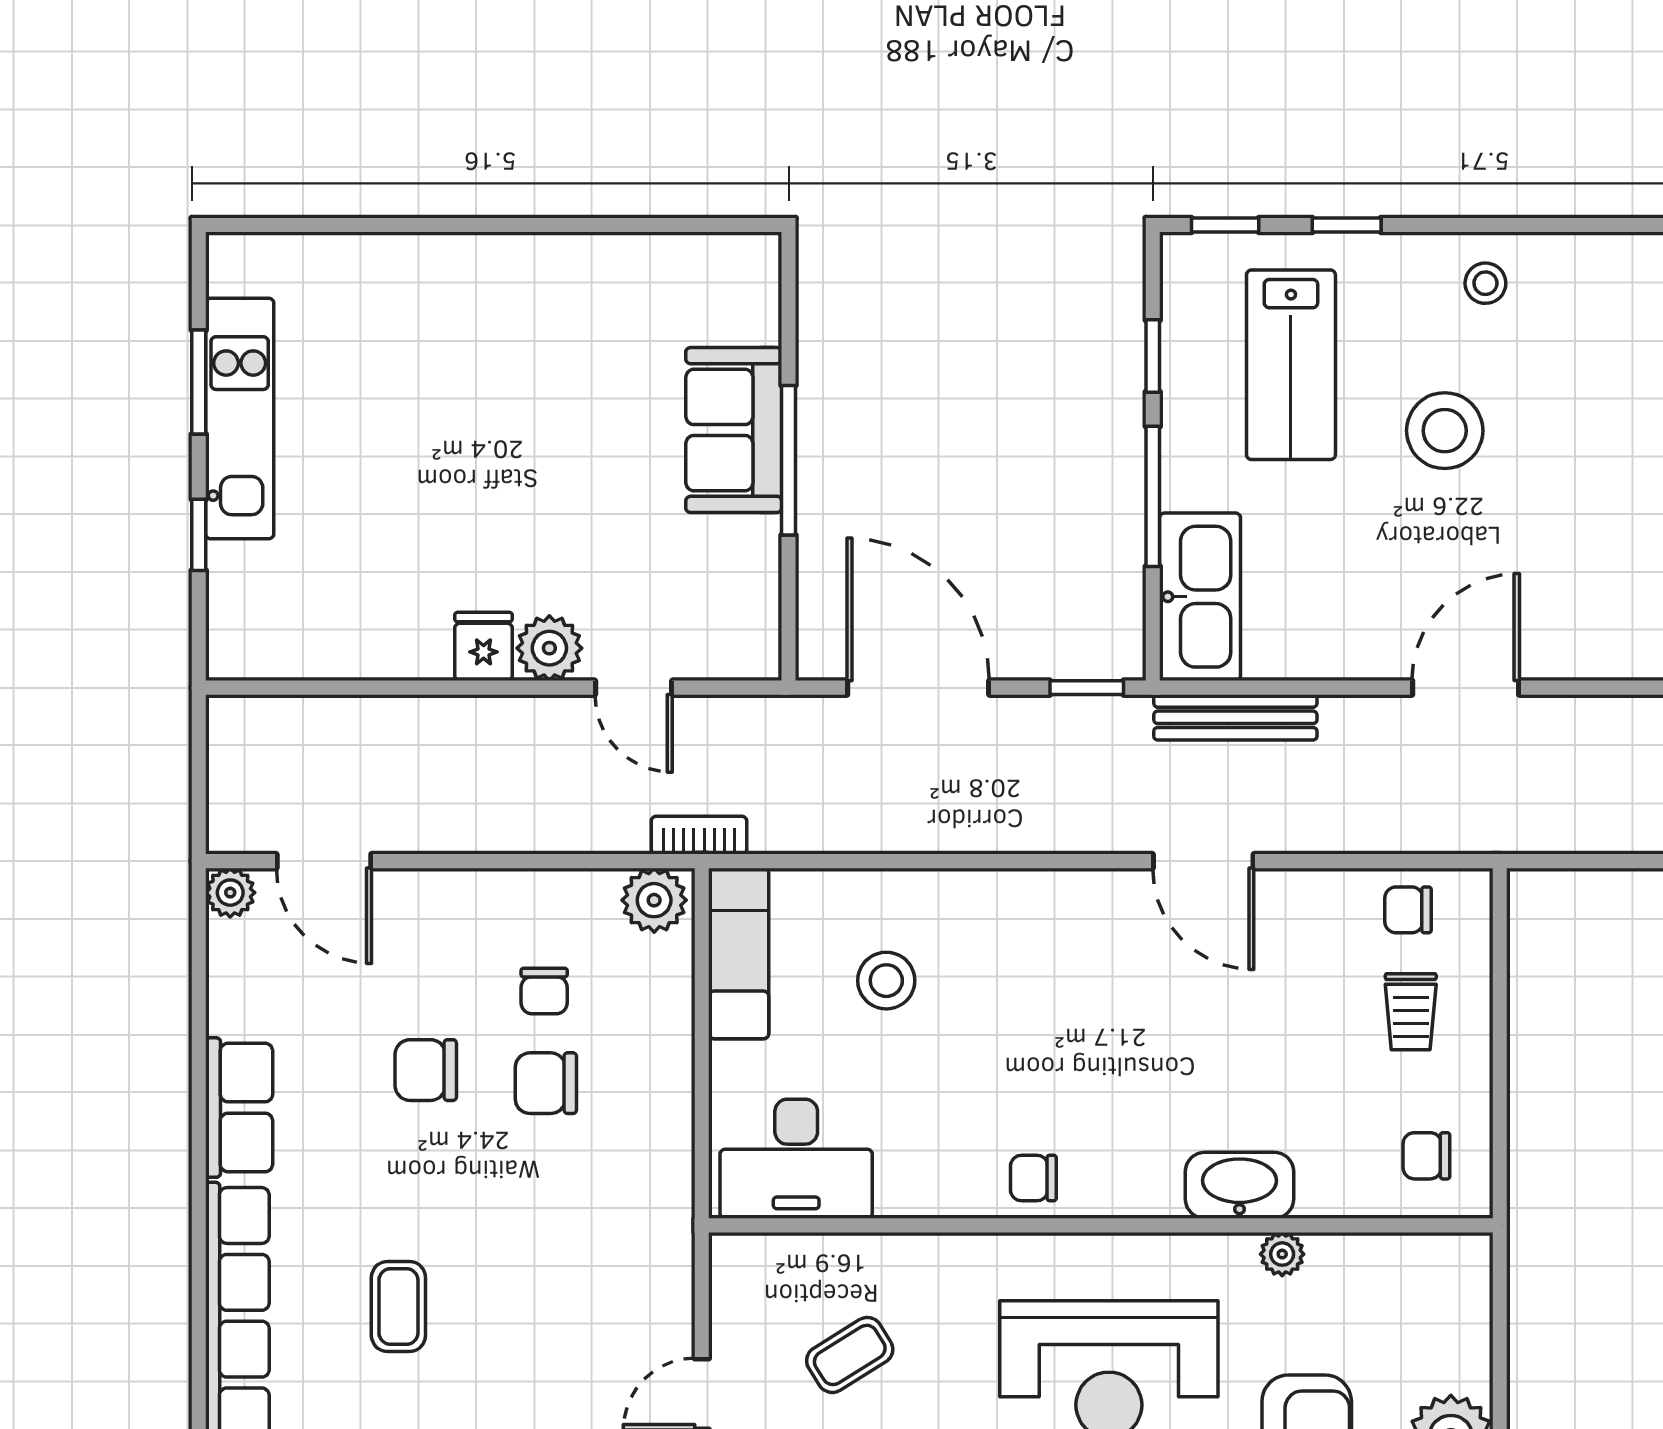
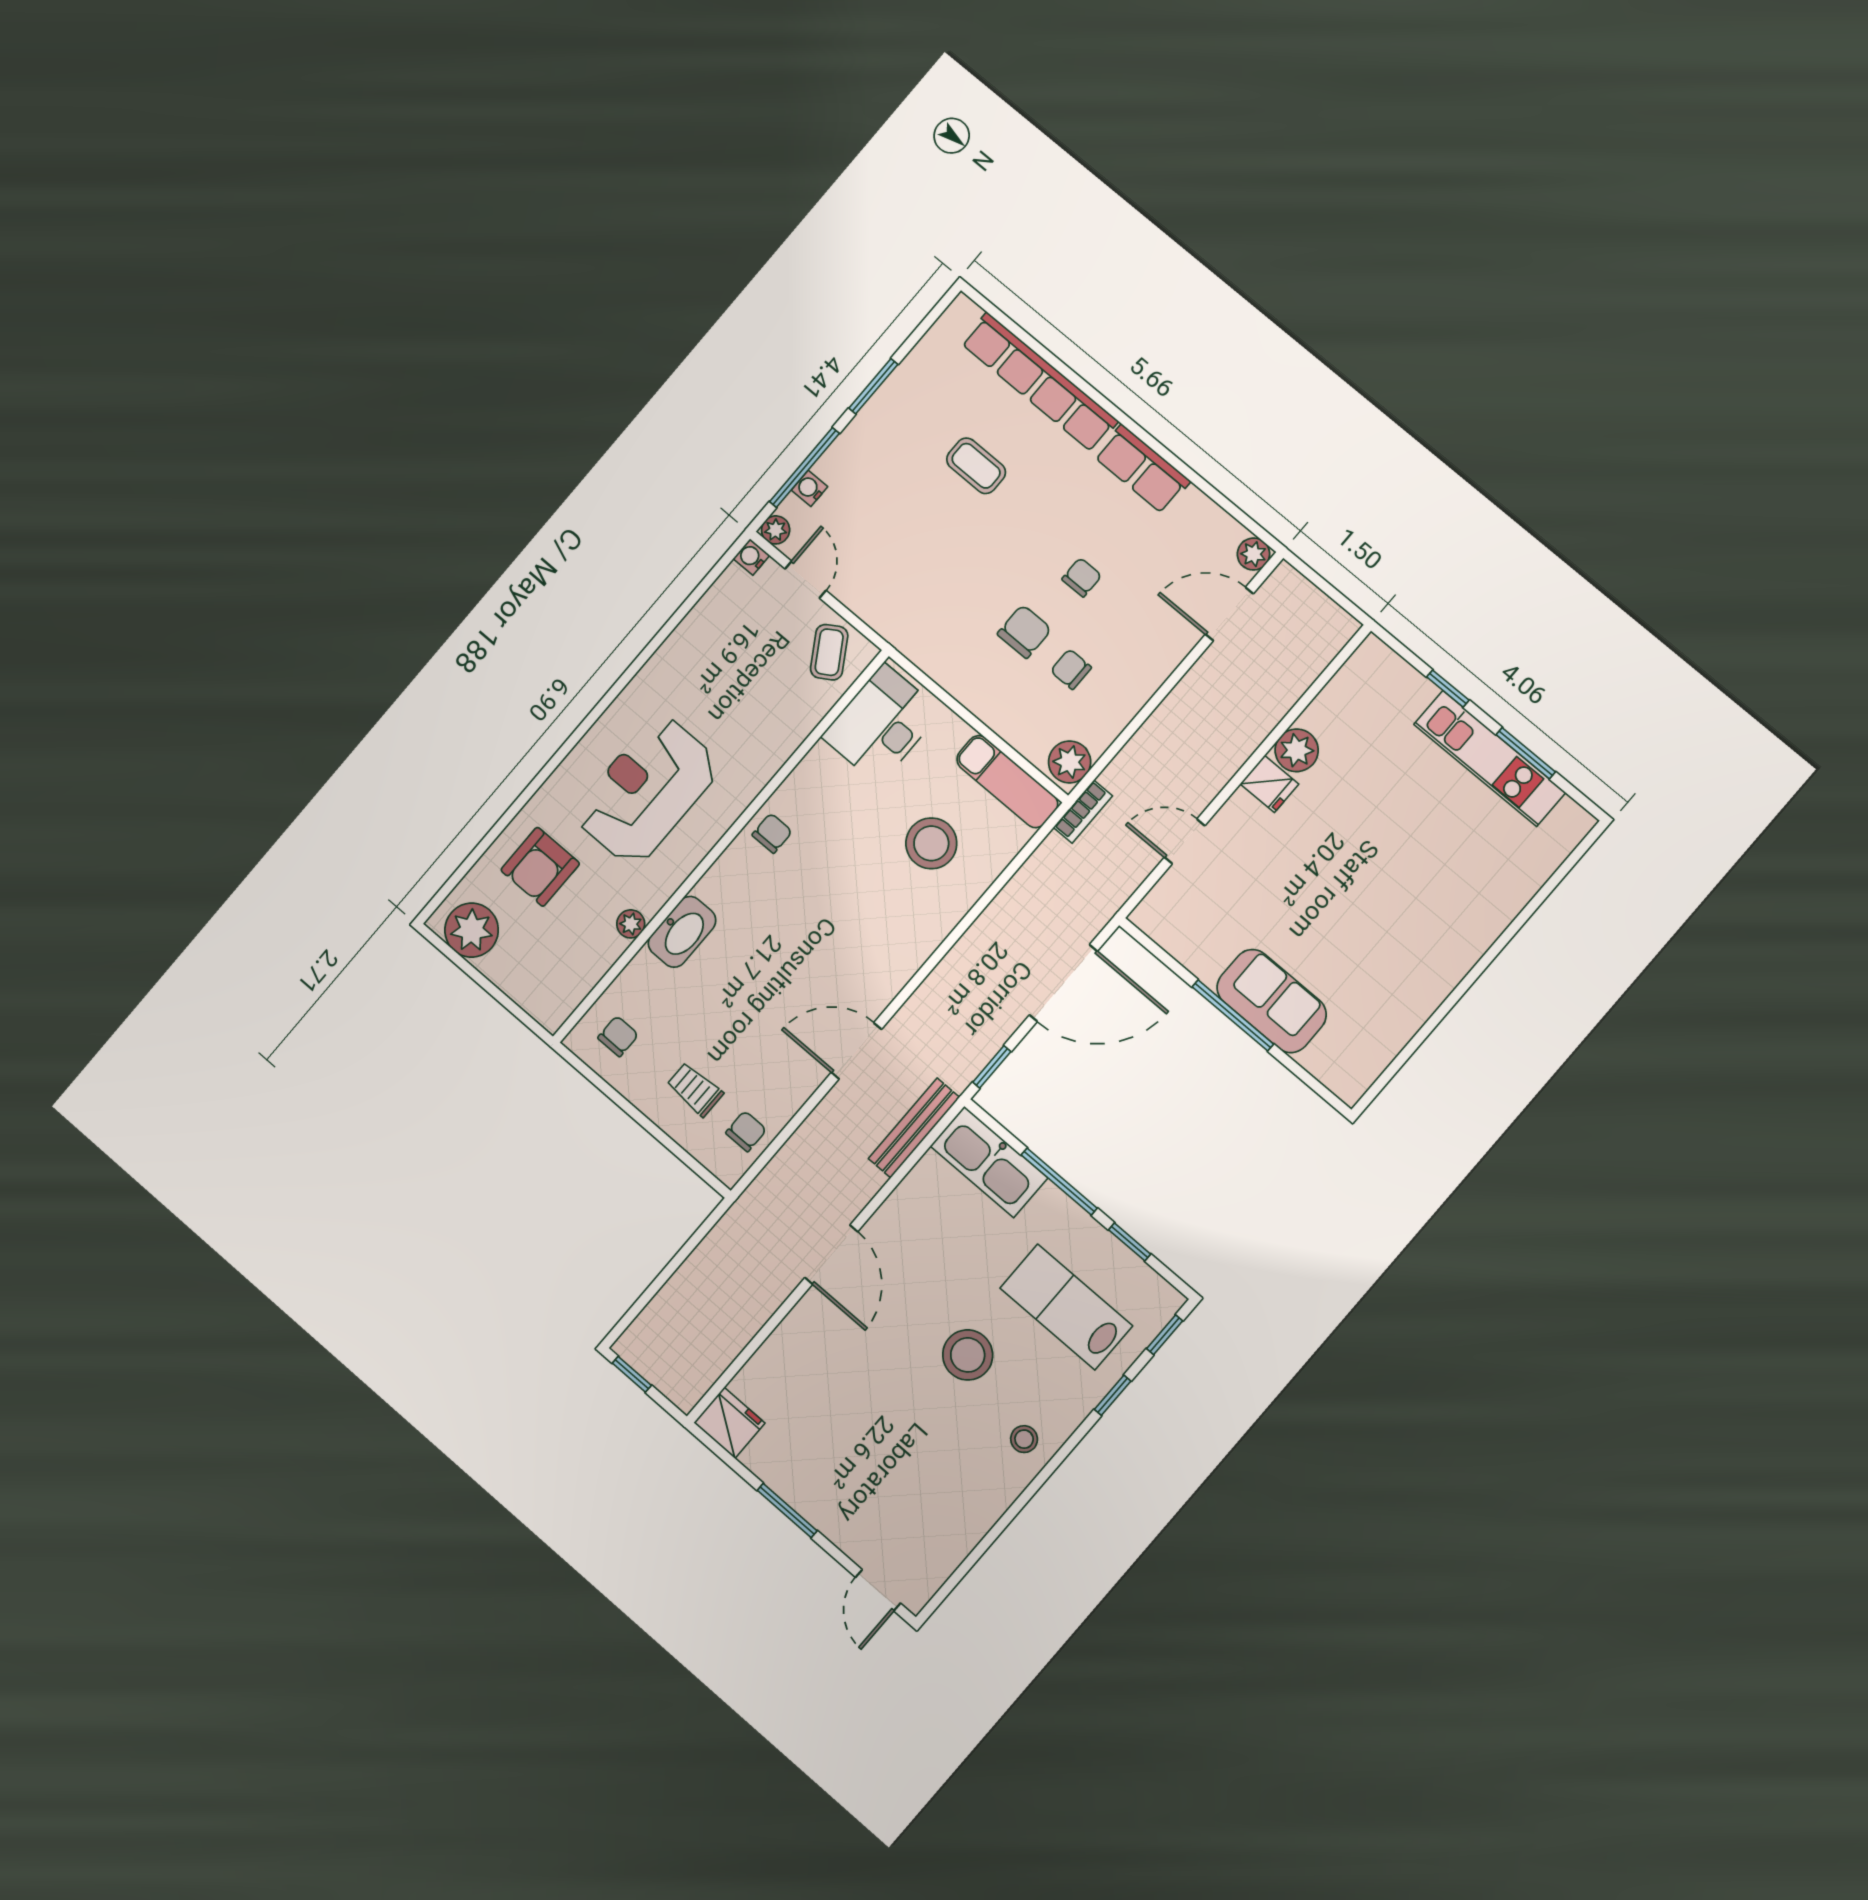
plant: (549, 648) -> (1297, 750), moved
stool: (886, 981) -> (931, 843), width x1.38, depth x1.38
chair: (426, 1070) -> (1082, 577), width x0.73, depth x0.73
coffee table: (850, 1355) -> (829, 652), moved

